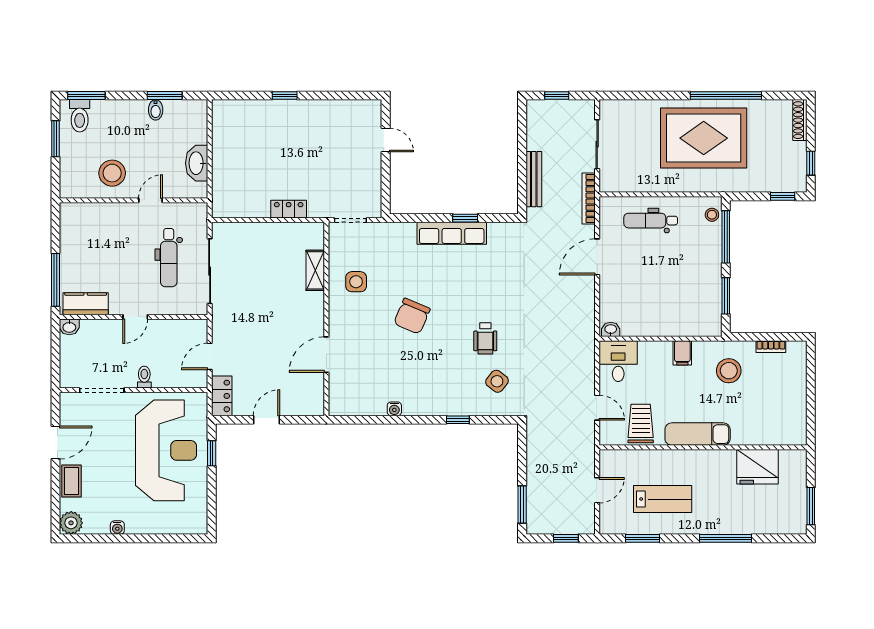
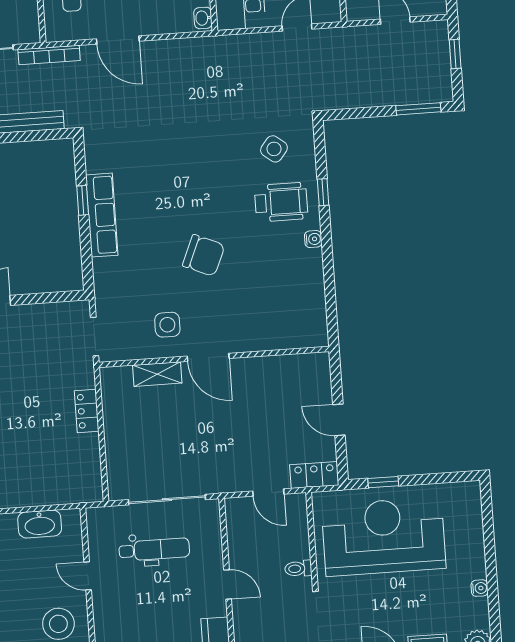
wheelchair: (485, 338) -> (281, 202), moved, width x1.36, depth x1.37
door: (326, 355) -> (208, 357), moved
water cooler: (394, 409) -> (313, 239), moved

